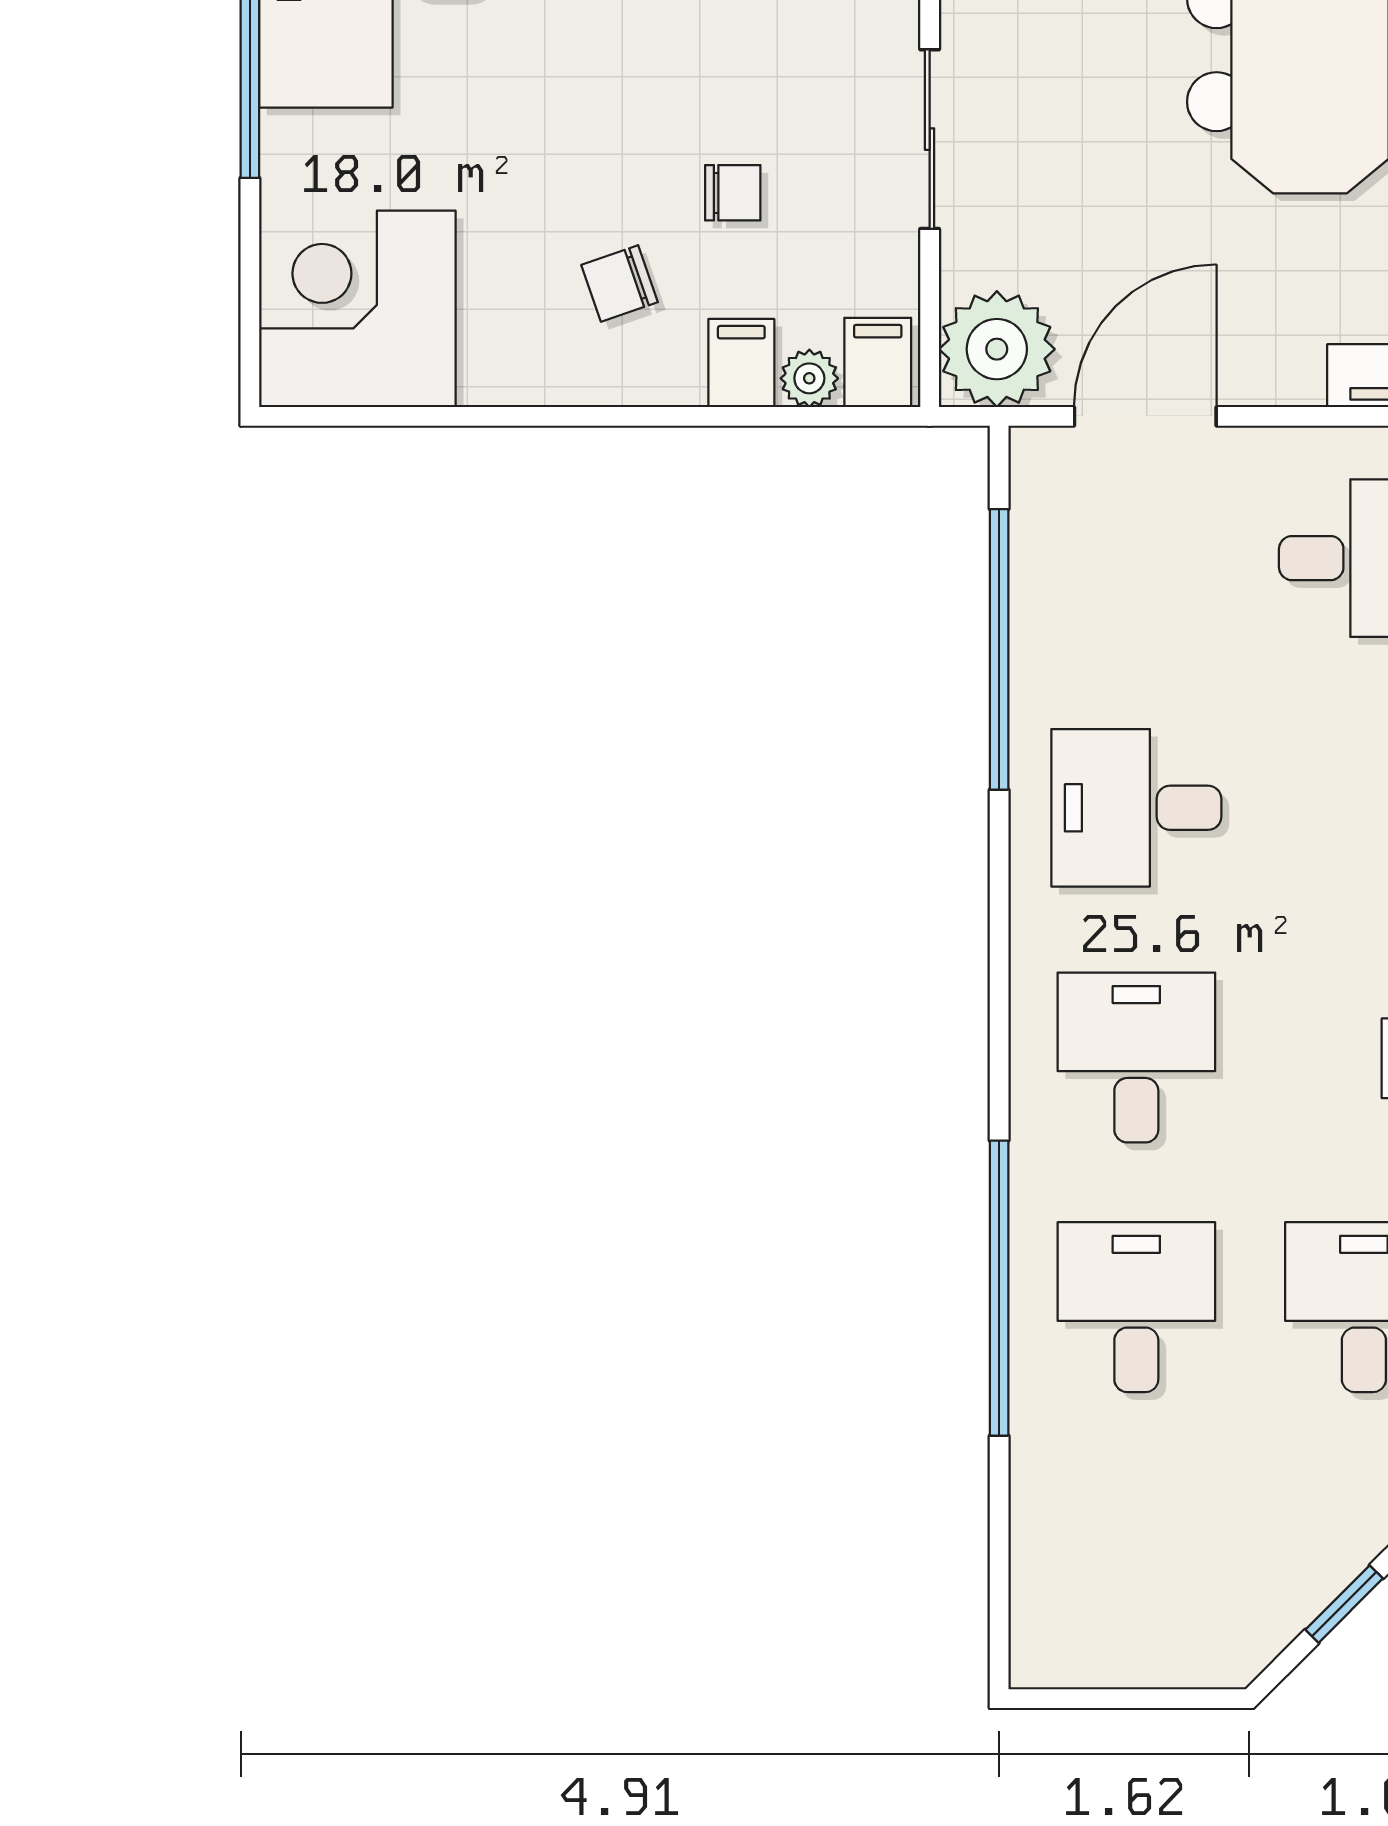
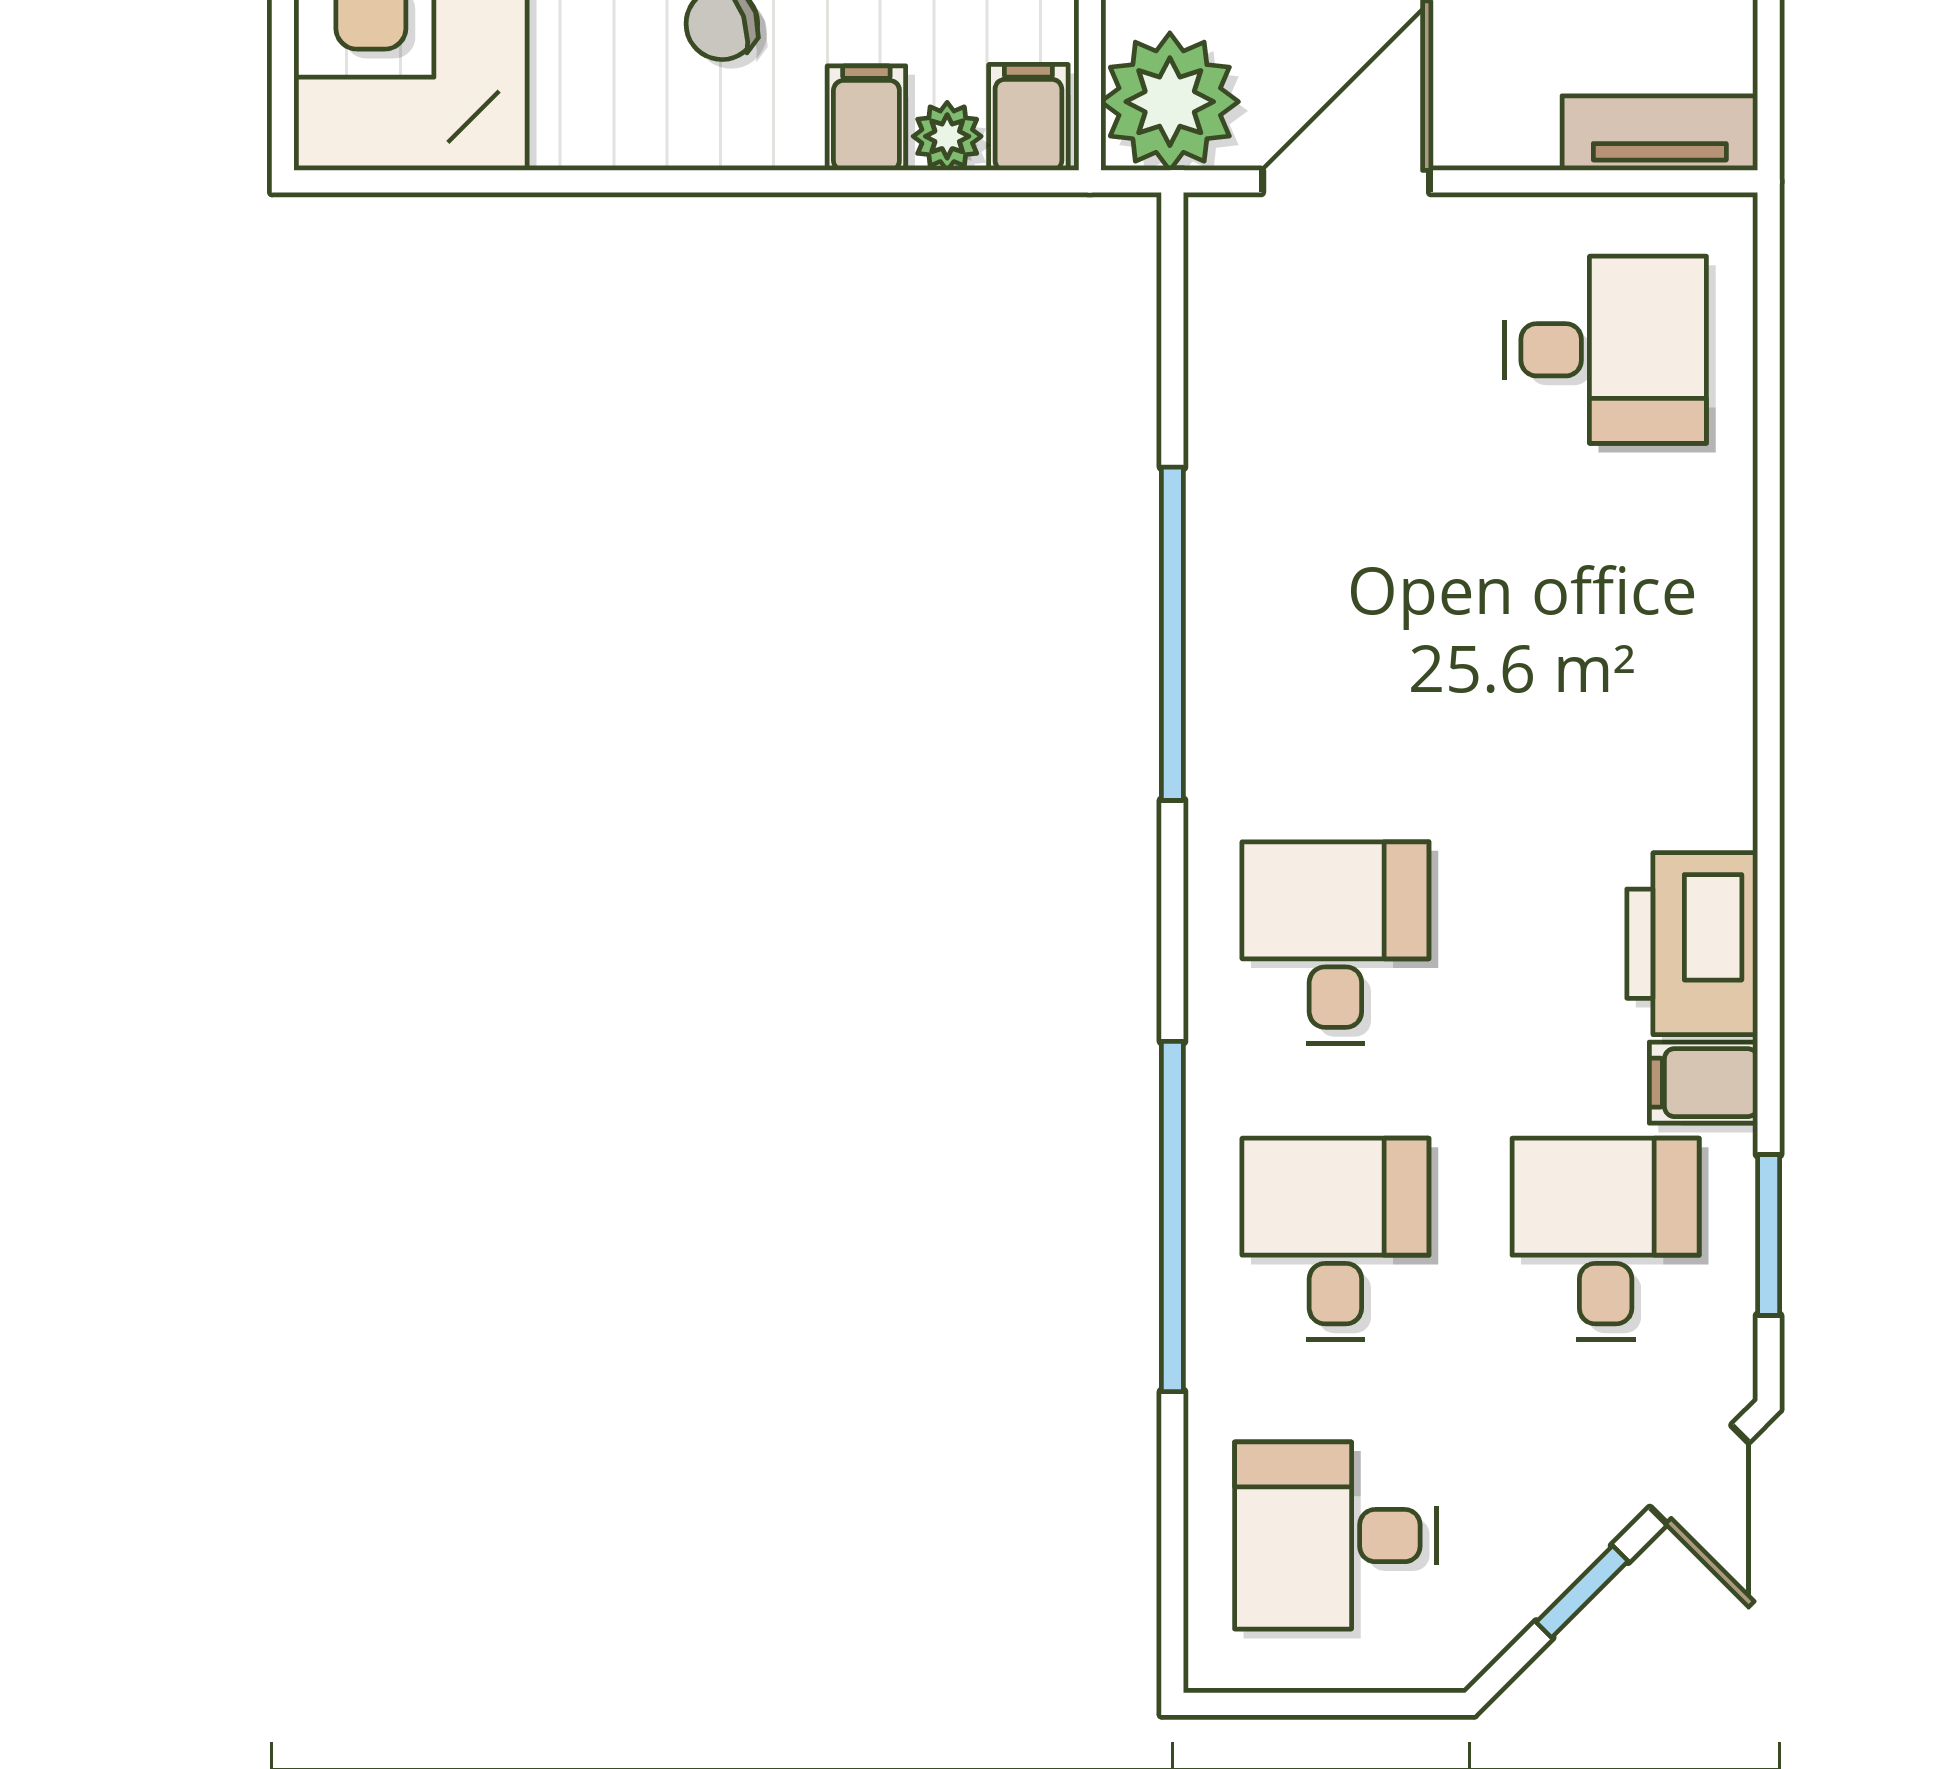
window: (999, 649) -> (1172, 634), moved
desk: (1136, 808) -> (1335, 1536), moved

